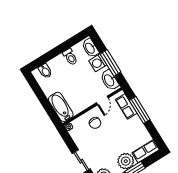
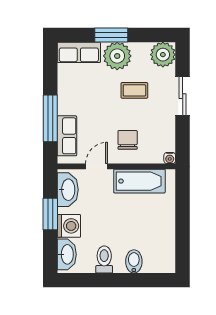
window: (111, 63) -> (50, 214), width x0.69
bidet: (45, 71) -> (134, 261), moved
bathtub: (61, 107) -> (139, 181), moved, turned -90
coffee table: (107, 149) -> (134, 90), added

